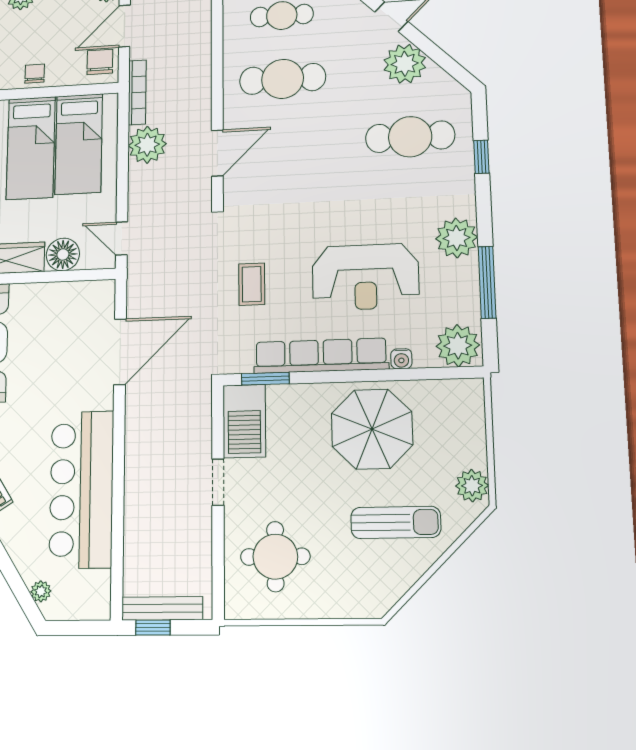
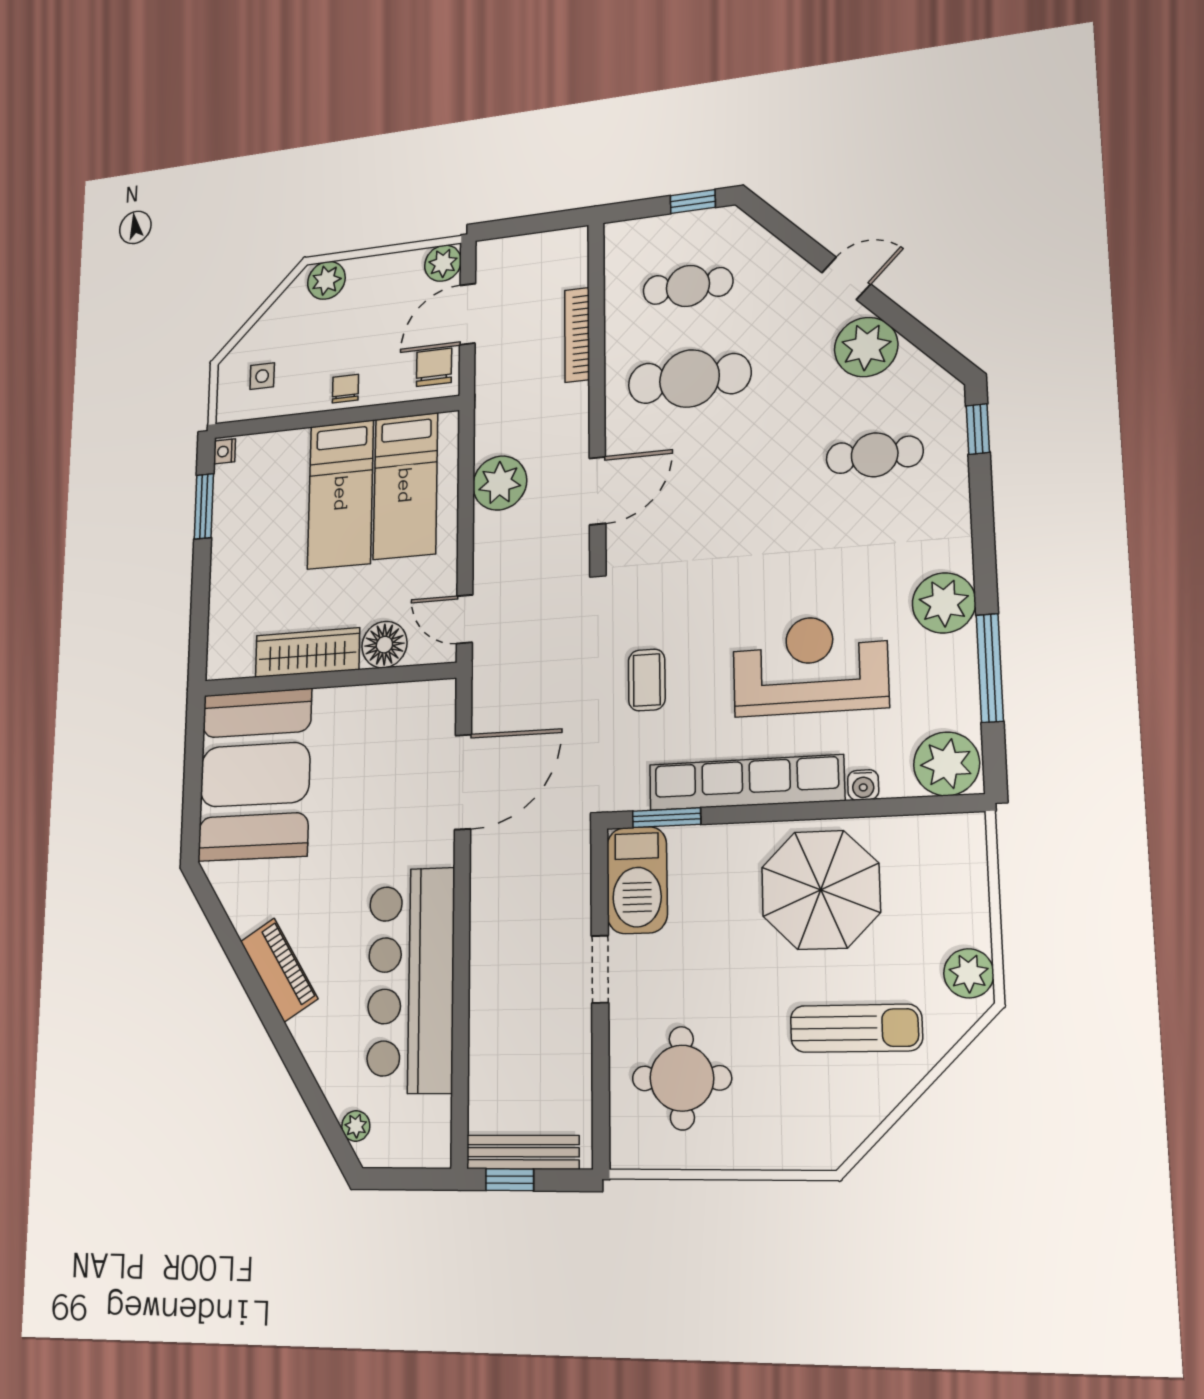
bookcase: (137, 92) -> (577, 335), moved, turned 180
cafe table: (410, 137) -> (875, 455), width x0.73, depth x0.74
window: (481, 157) -> (978, 429), moved
reception desk: (365, 277) -> (810, 665), turned 180

